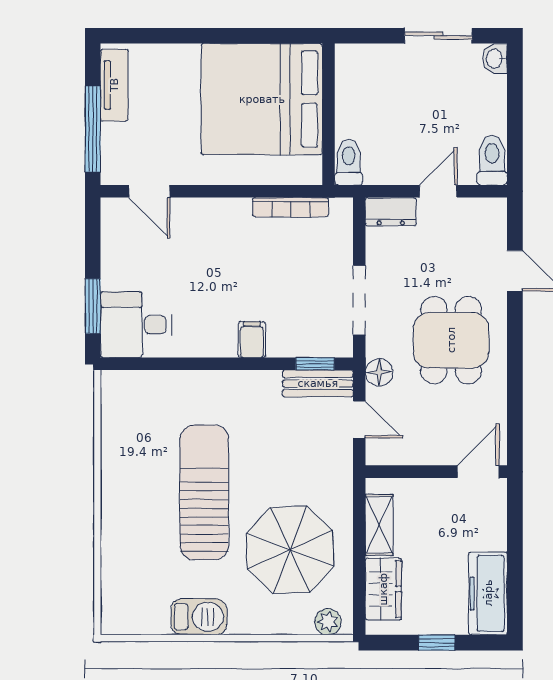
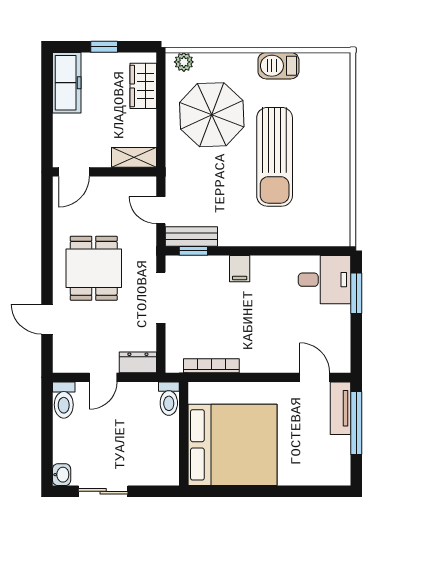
tv unit: (114, 85) -> (340, 408), moved
floor lamp: (379, 372) -> (146, 245), removed
shelving: (379, 525) -> (134, 157), moved, turned 90

